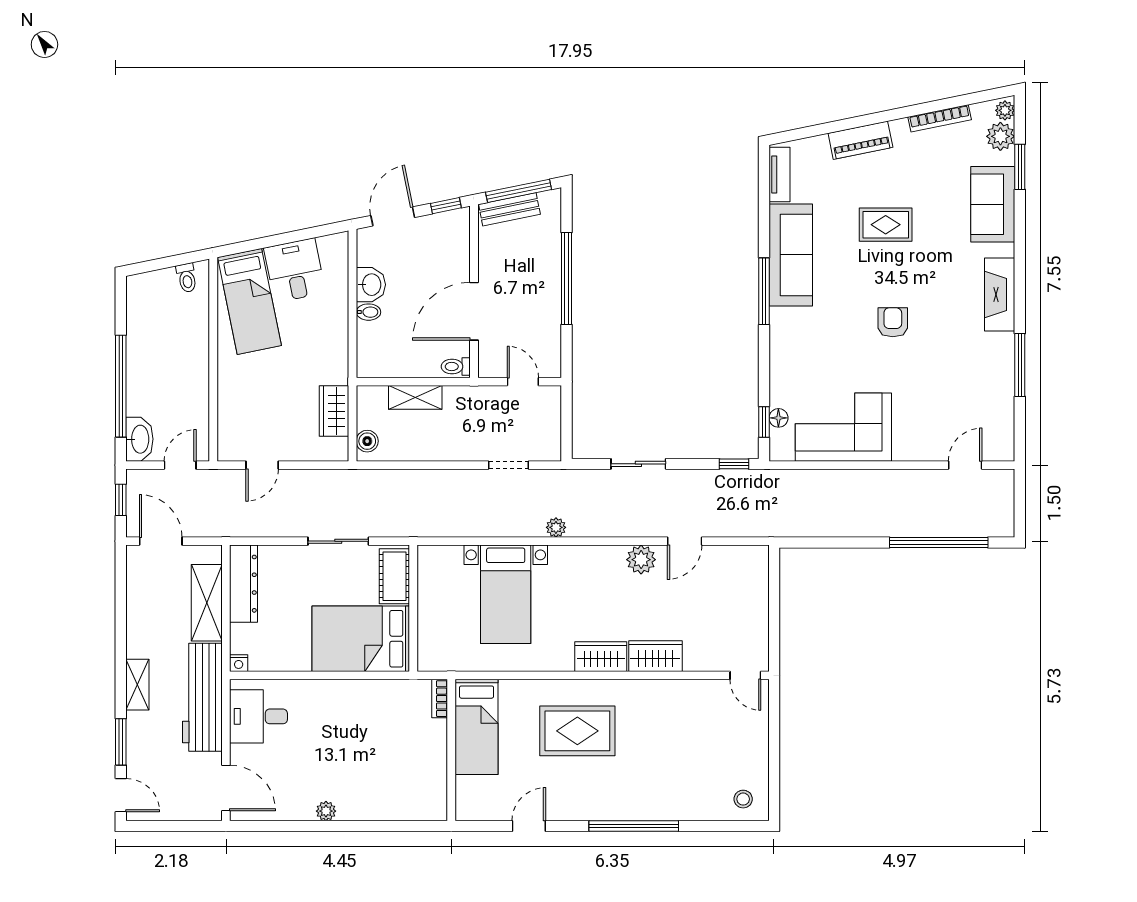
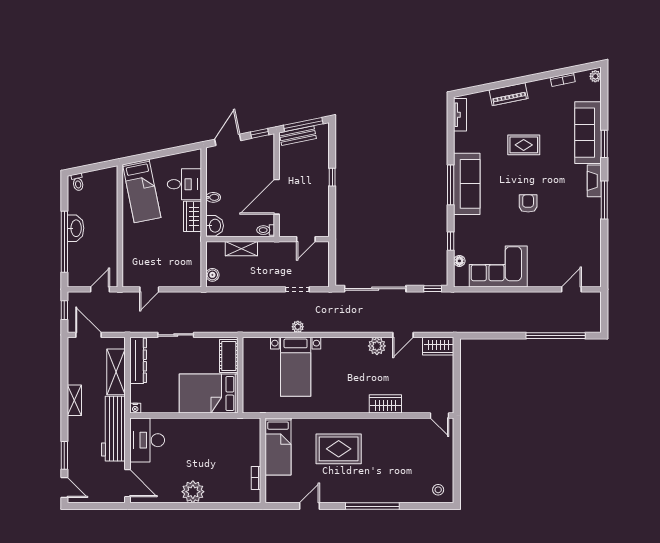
bookcase: (940, 118) -> (563, 80), width x0.64
plant: (1000, 136) -> (593, 92), removed
window: (1020, 167) -> (604, 144), moved
sofa: (993, 204) -> (588, 133), width x1.36
sofa: (791, 255) -> (467, 184), moved
desk: (295, 270) -> (184, 184), moved, turned 102
toilet: (187, 278) -> (78, 182), moved
window: (566, 278) -> (332, 177), width x0.32
washbasin: (371, 285) -> (215, 226), moved
fireplace: (1000, 295) -> (594, 181), width x0.73, depth x0.76
window: (1020, 365) -> (604, 200), moved
door: (523, 382) -> (306, 239), swing flipped
wardrobe: (334, 411) -> (192, 216), moved
window: (764, 422) -> (451, 241), moved
washbasin: (139, 439) -> (76, 228), moved
sliding door: (638, 464) -> (375, 289), width x1.86
plant: (556, 527) -> (298, 327), moved
sliding door: (338, 541) -> (176, 335), moved
wardrobe: (601, 657) -> (438, 346), moved, turned 180
shelving: (137, 685) -> (74, 400), moved
bookcase: (440, 699) -> (256, 478), moved
desk: (258, 716) -> (147, 440), width x1.37
plant: (326, 811) -> (193, 492), width x1.87, depth x1.87

